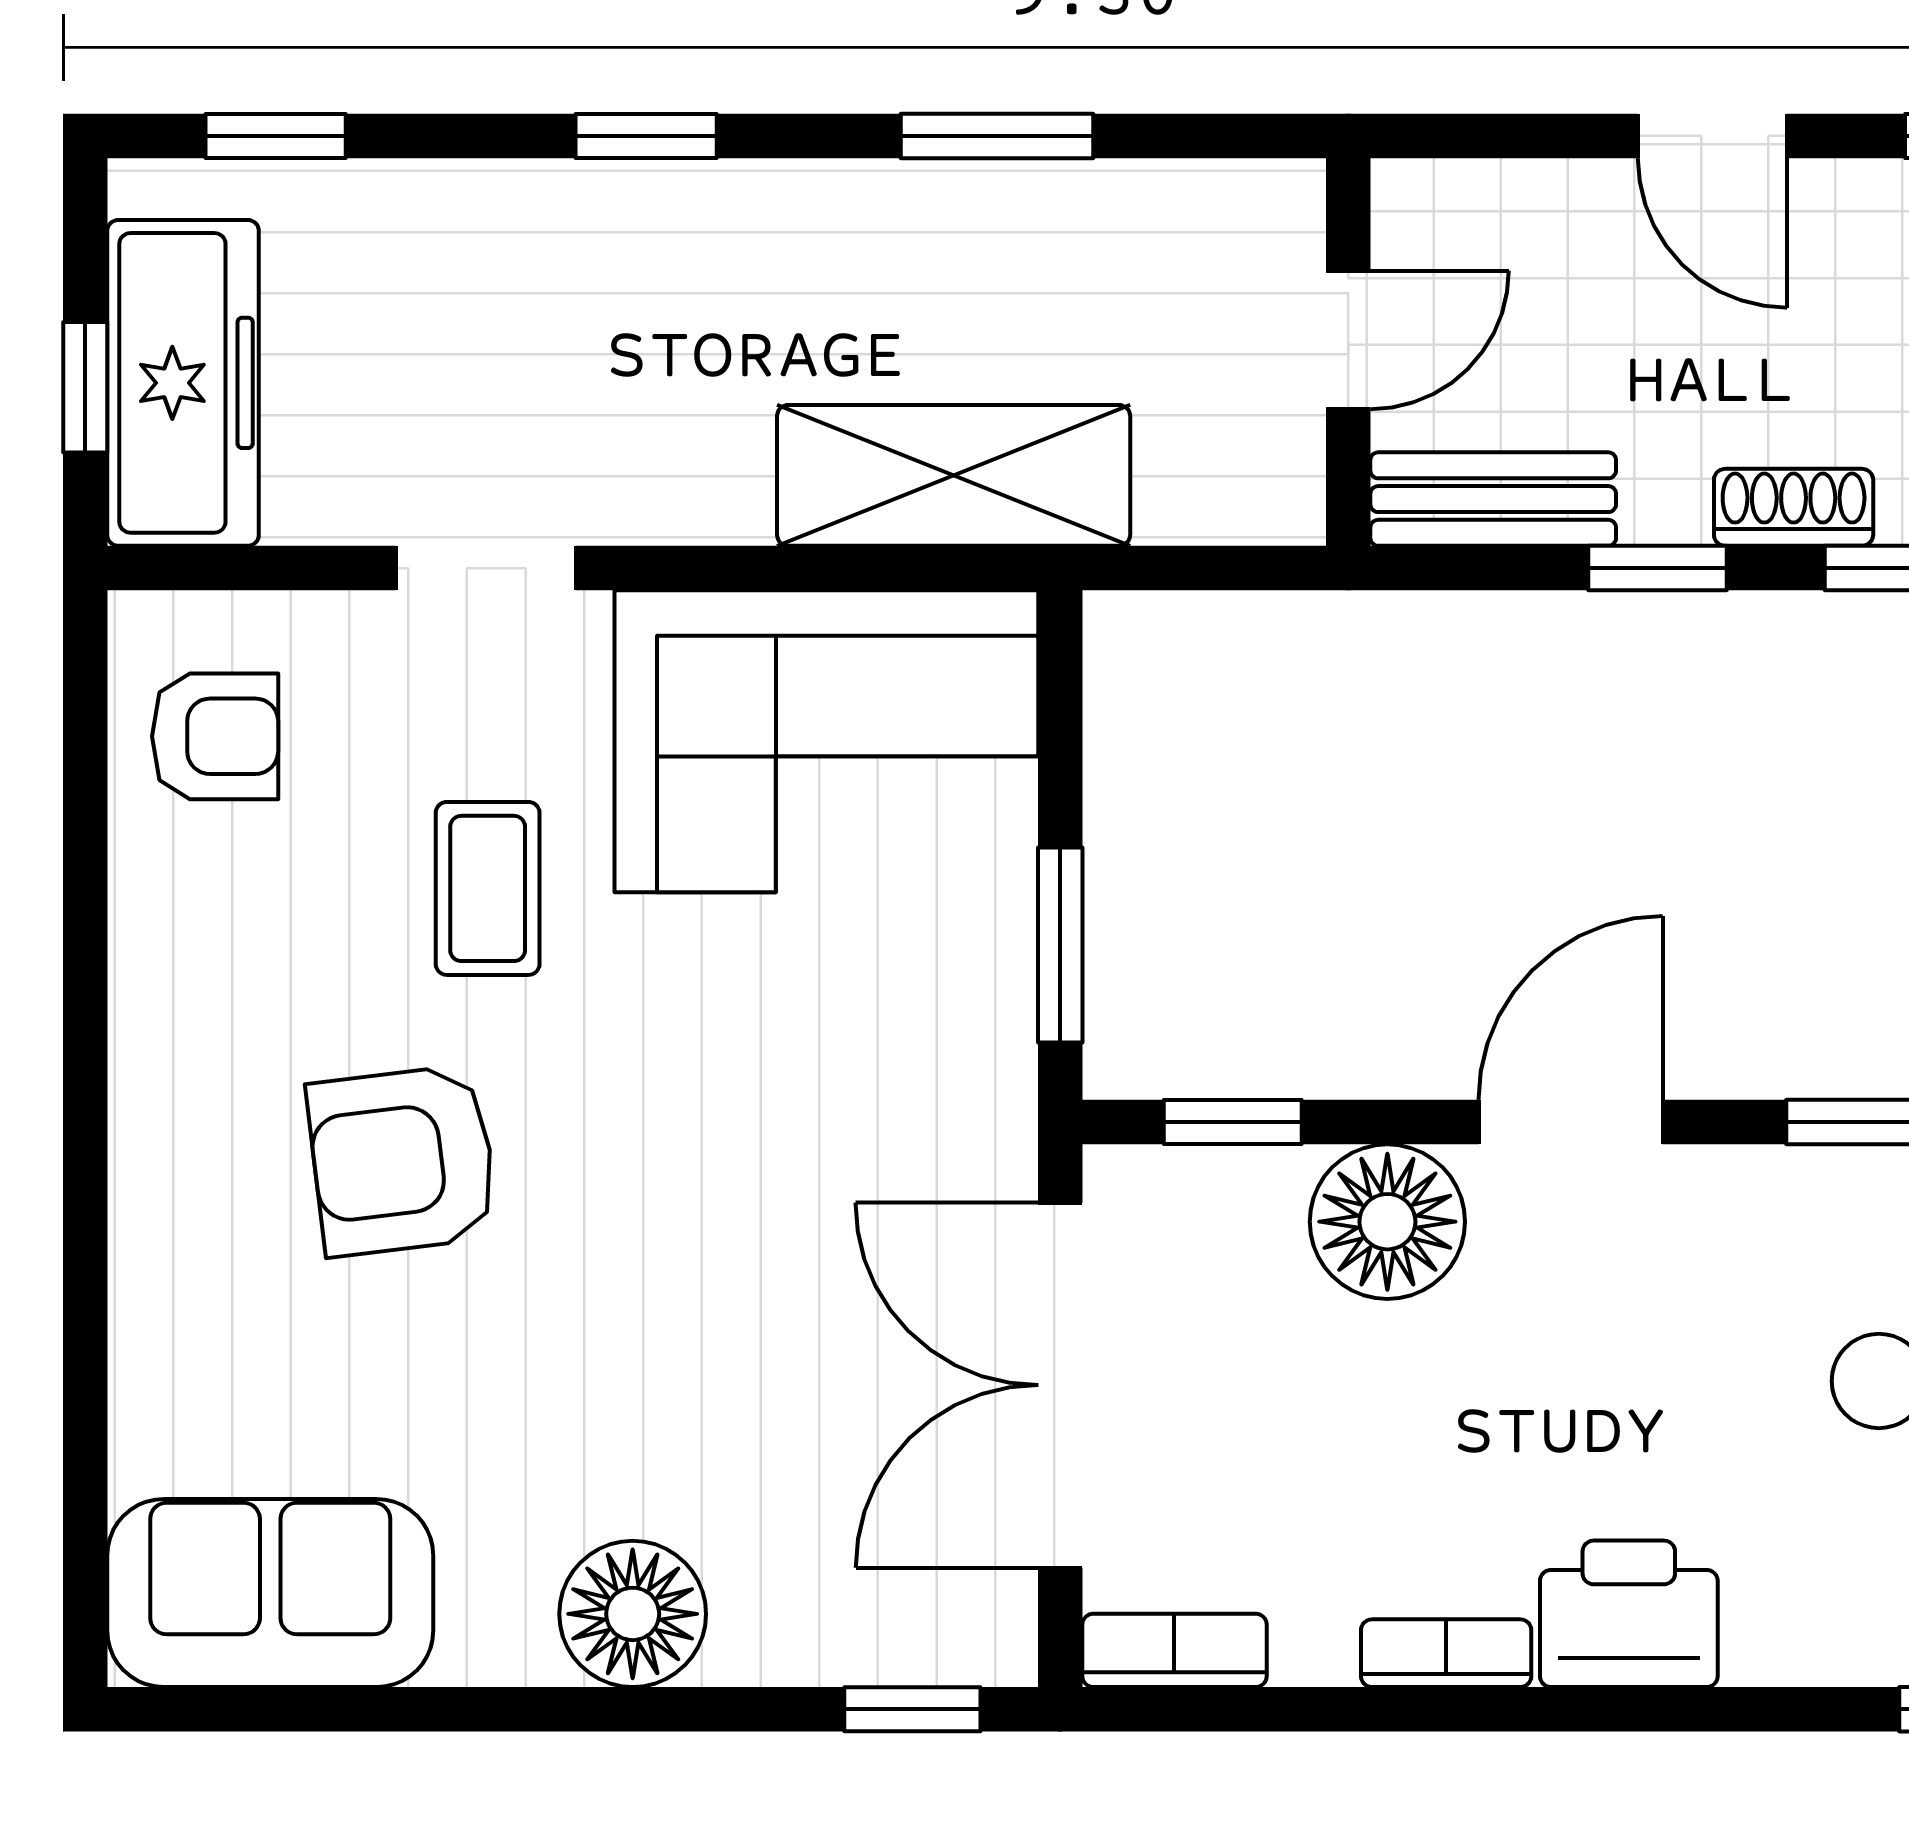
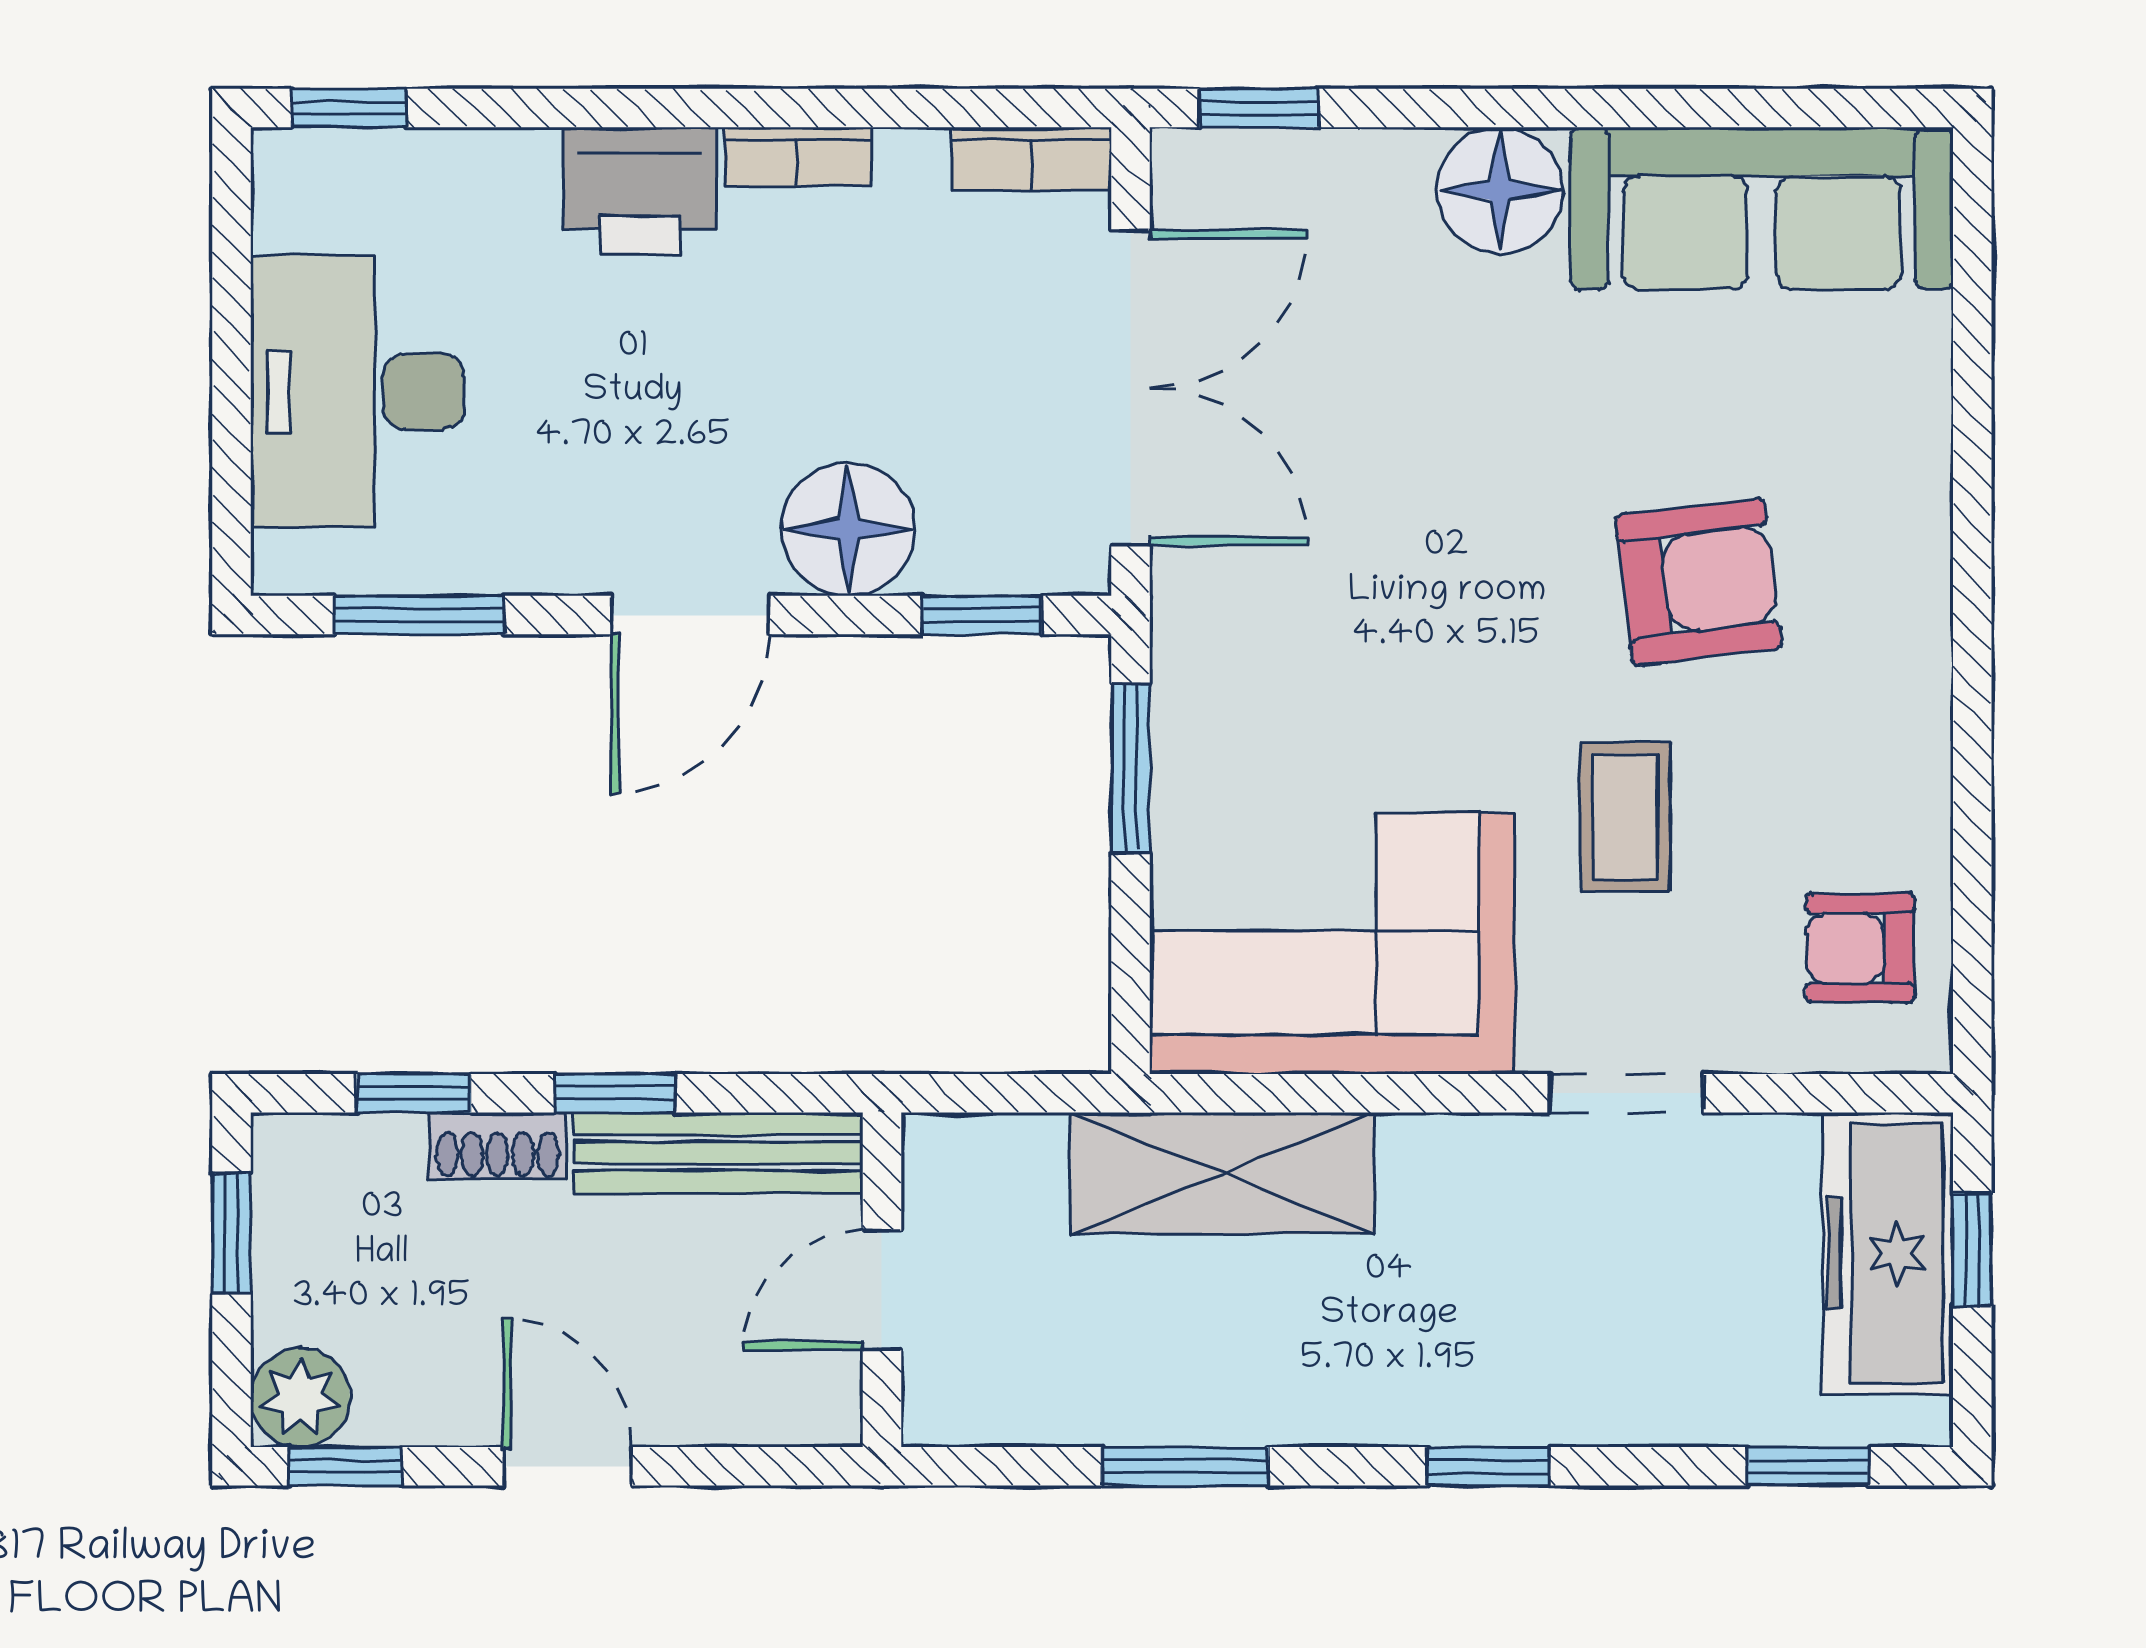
bench: (1493, 499) -> (718, 1153), width x1.36
sofa: (270, 1593) -> (1762, 208), width x1.36

